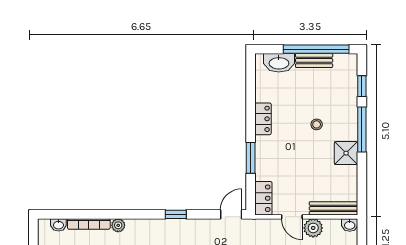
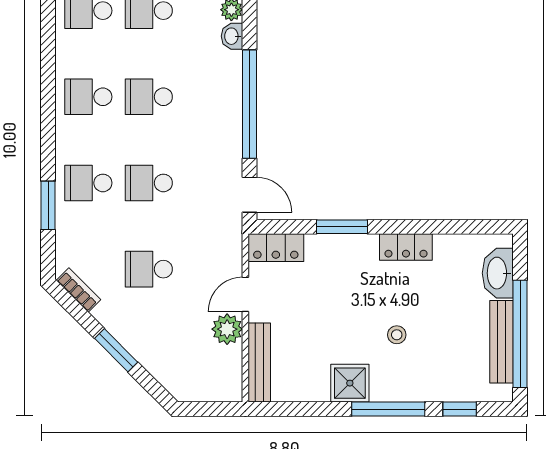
bench: (314, 60) -> (502, 342), width x1.36
window: (176, 214) -> (250, 104), width x3.17
washbasin: (350, 225) -> (232, 36), moved

